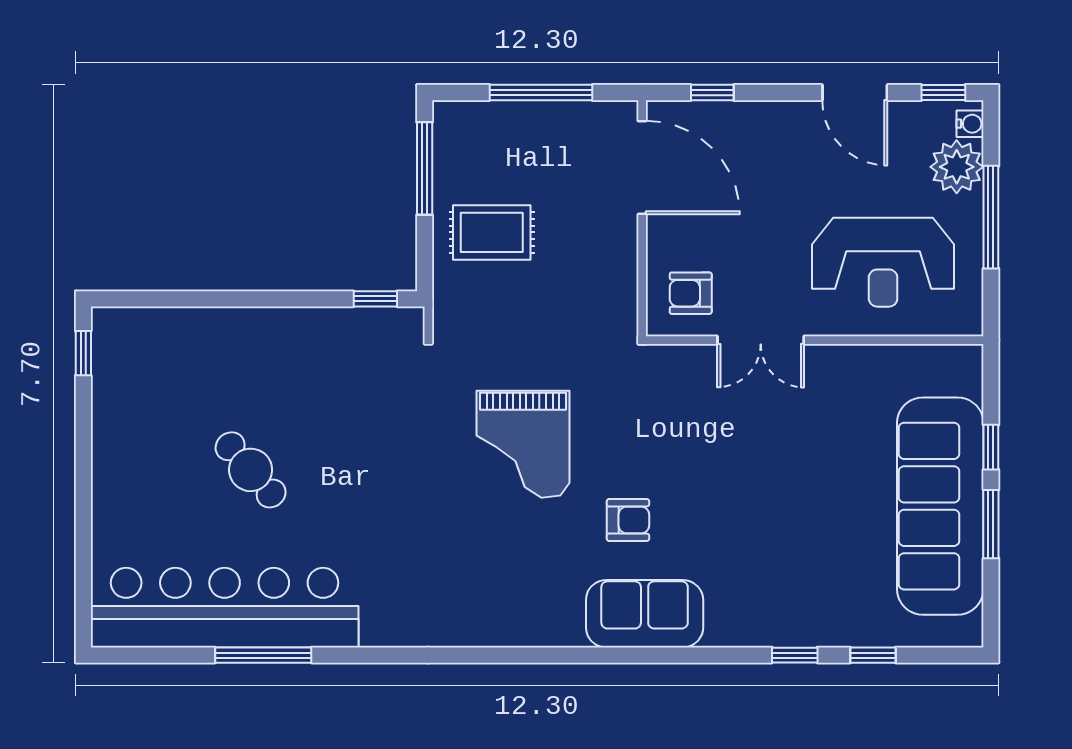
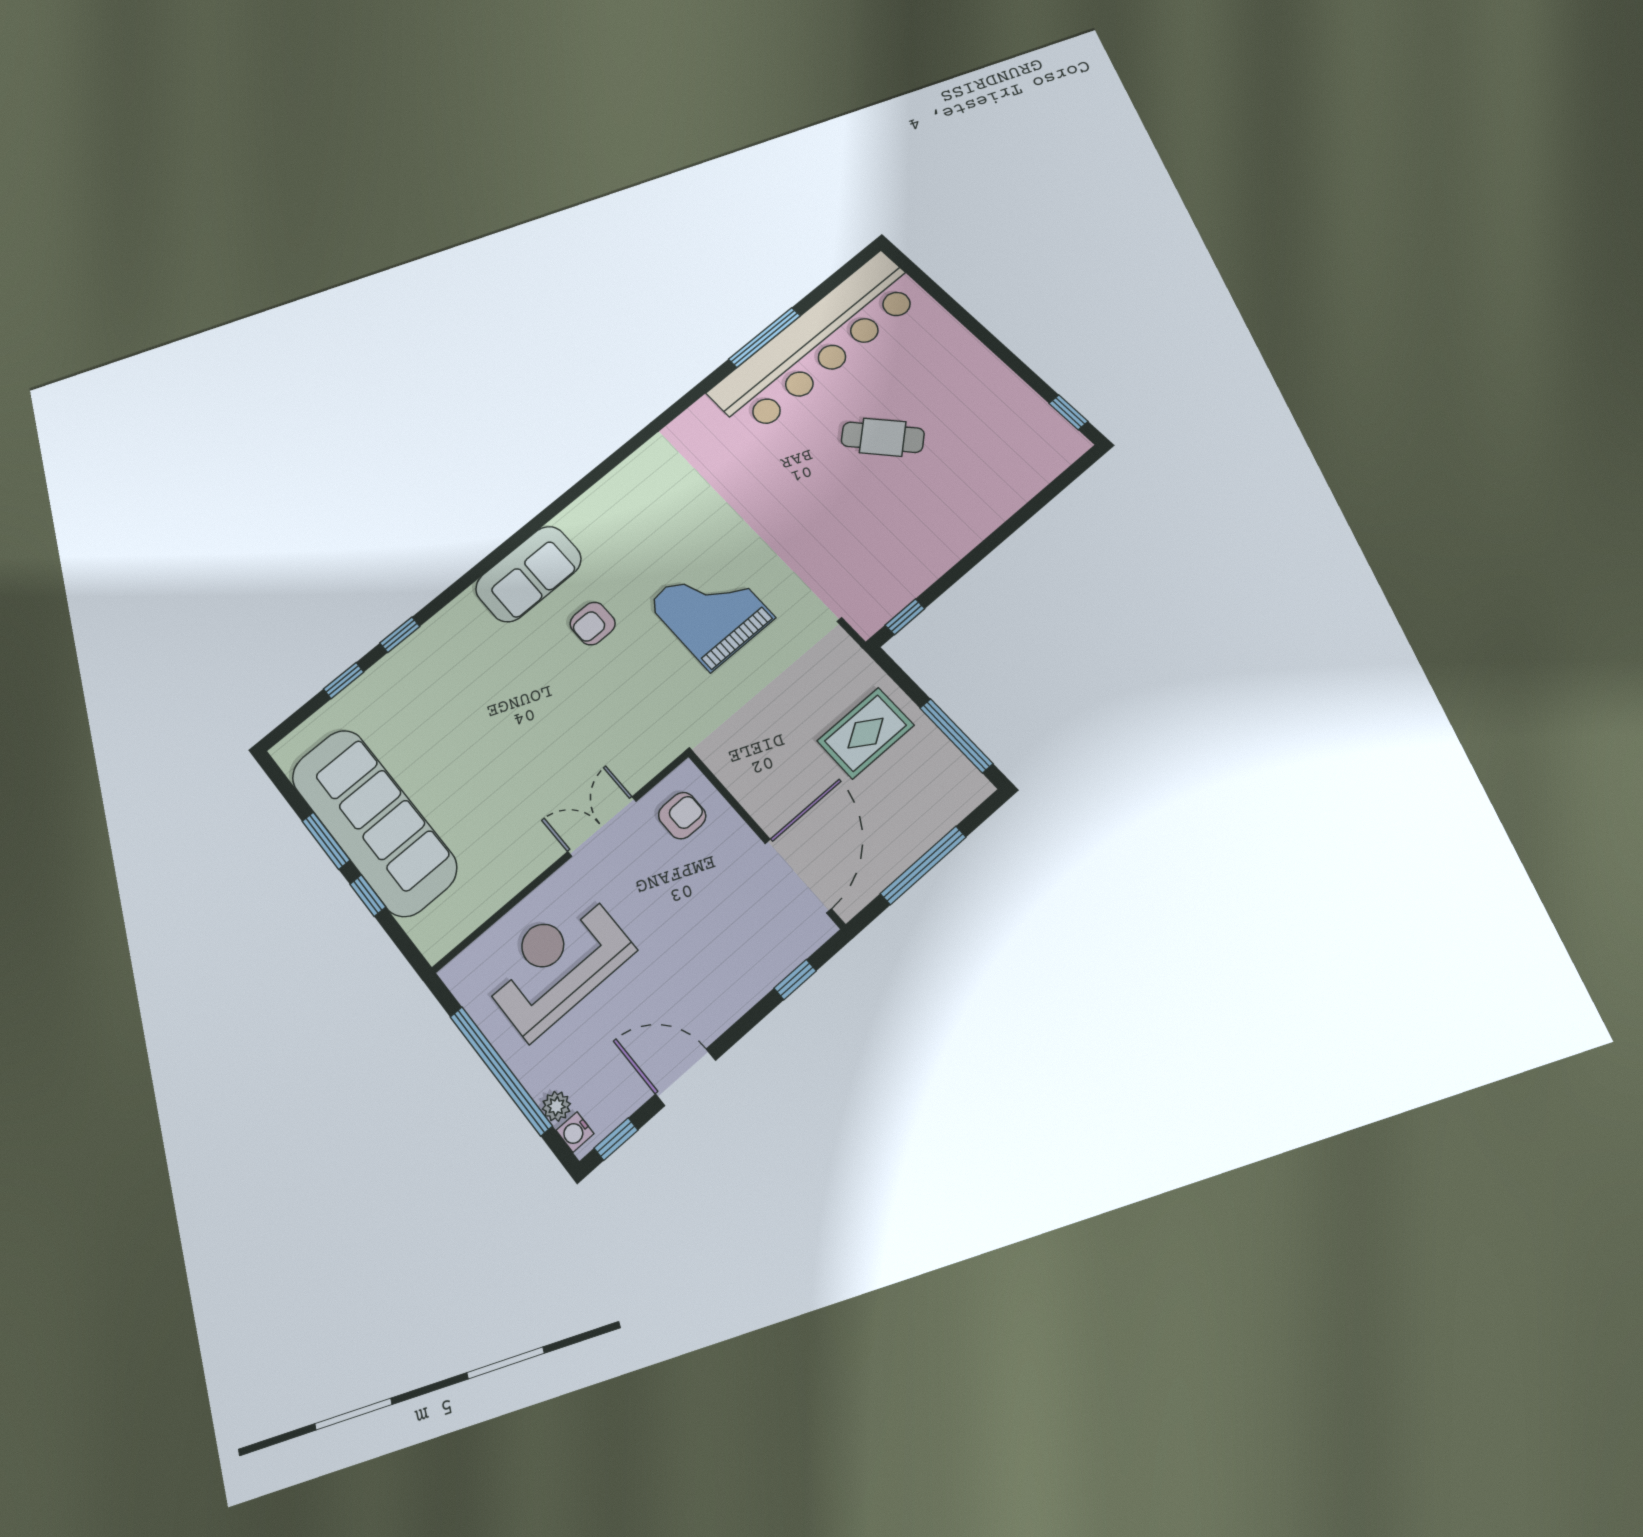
plant: (957, 167) -> (556, 1106), width x0.53, depth x0.53
door: (642, 168) -> (798, 876), swing flipped
window: (991, 217) -> (501, 1071), width x1.46

